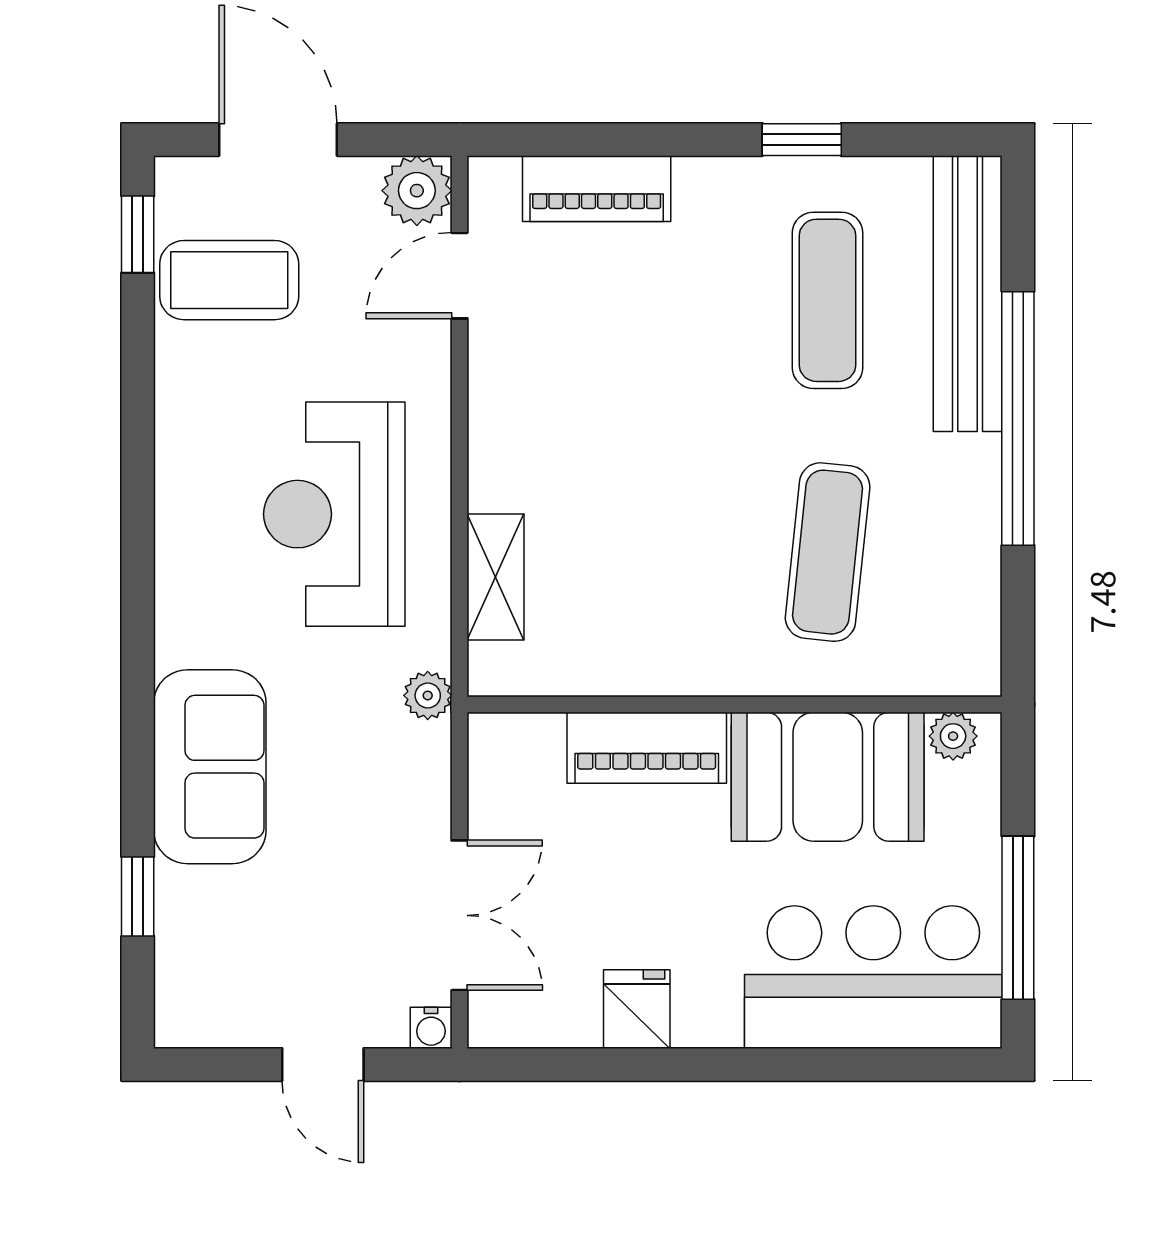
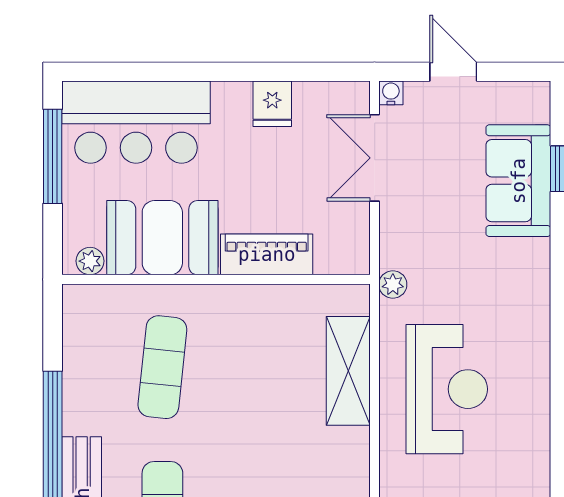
shelving: (496, 577) -> (348, 371), width x1.50, depth x1.33
sofa: (210, 767) -> (518, 181), moved

